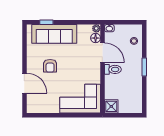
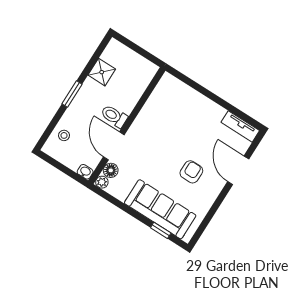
corner sofa: (80, 99) -> (180, 105), removed
shower: (111, 106) -> (102, 72), moved
tv unit: (39, 108) -> (240, 126), added

